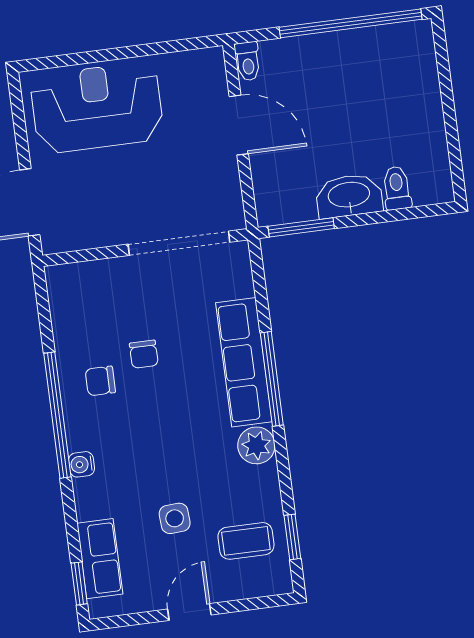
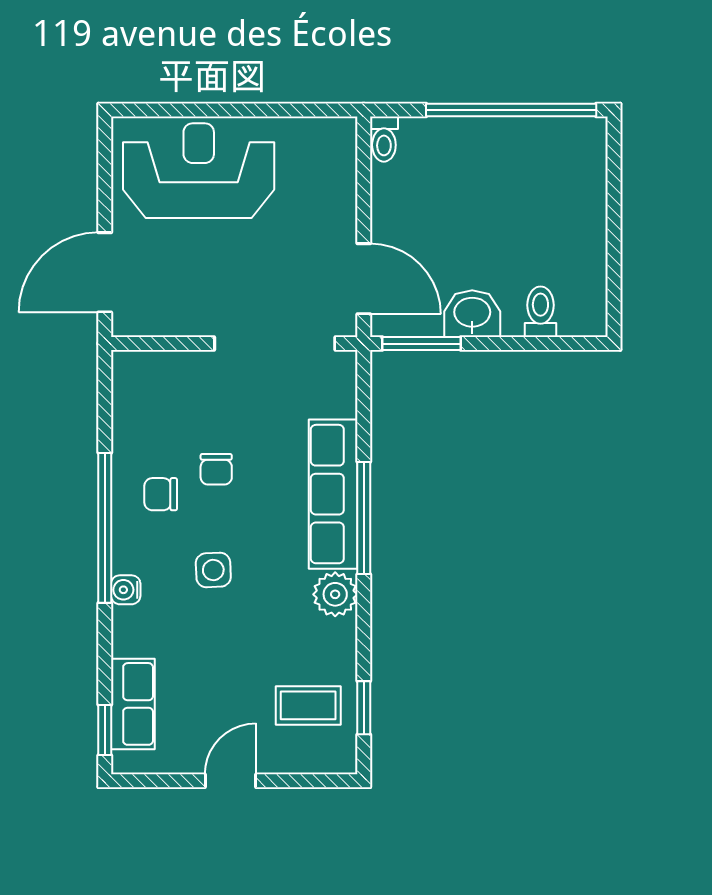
door: (239, 125) -> (364, 279), moved
washbasin: (349, 196) -> (472, 314), width x0.72
side table: (175, 518) -> (213, 570), moved

